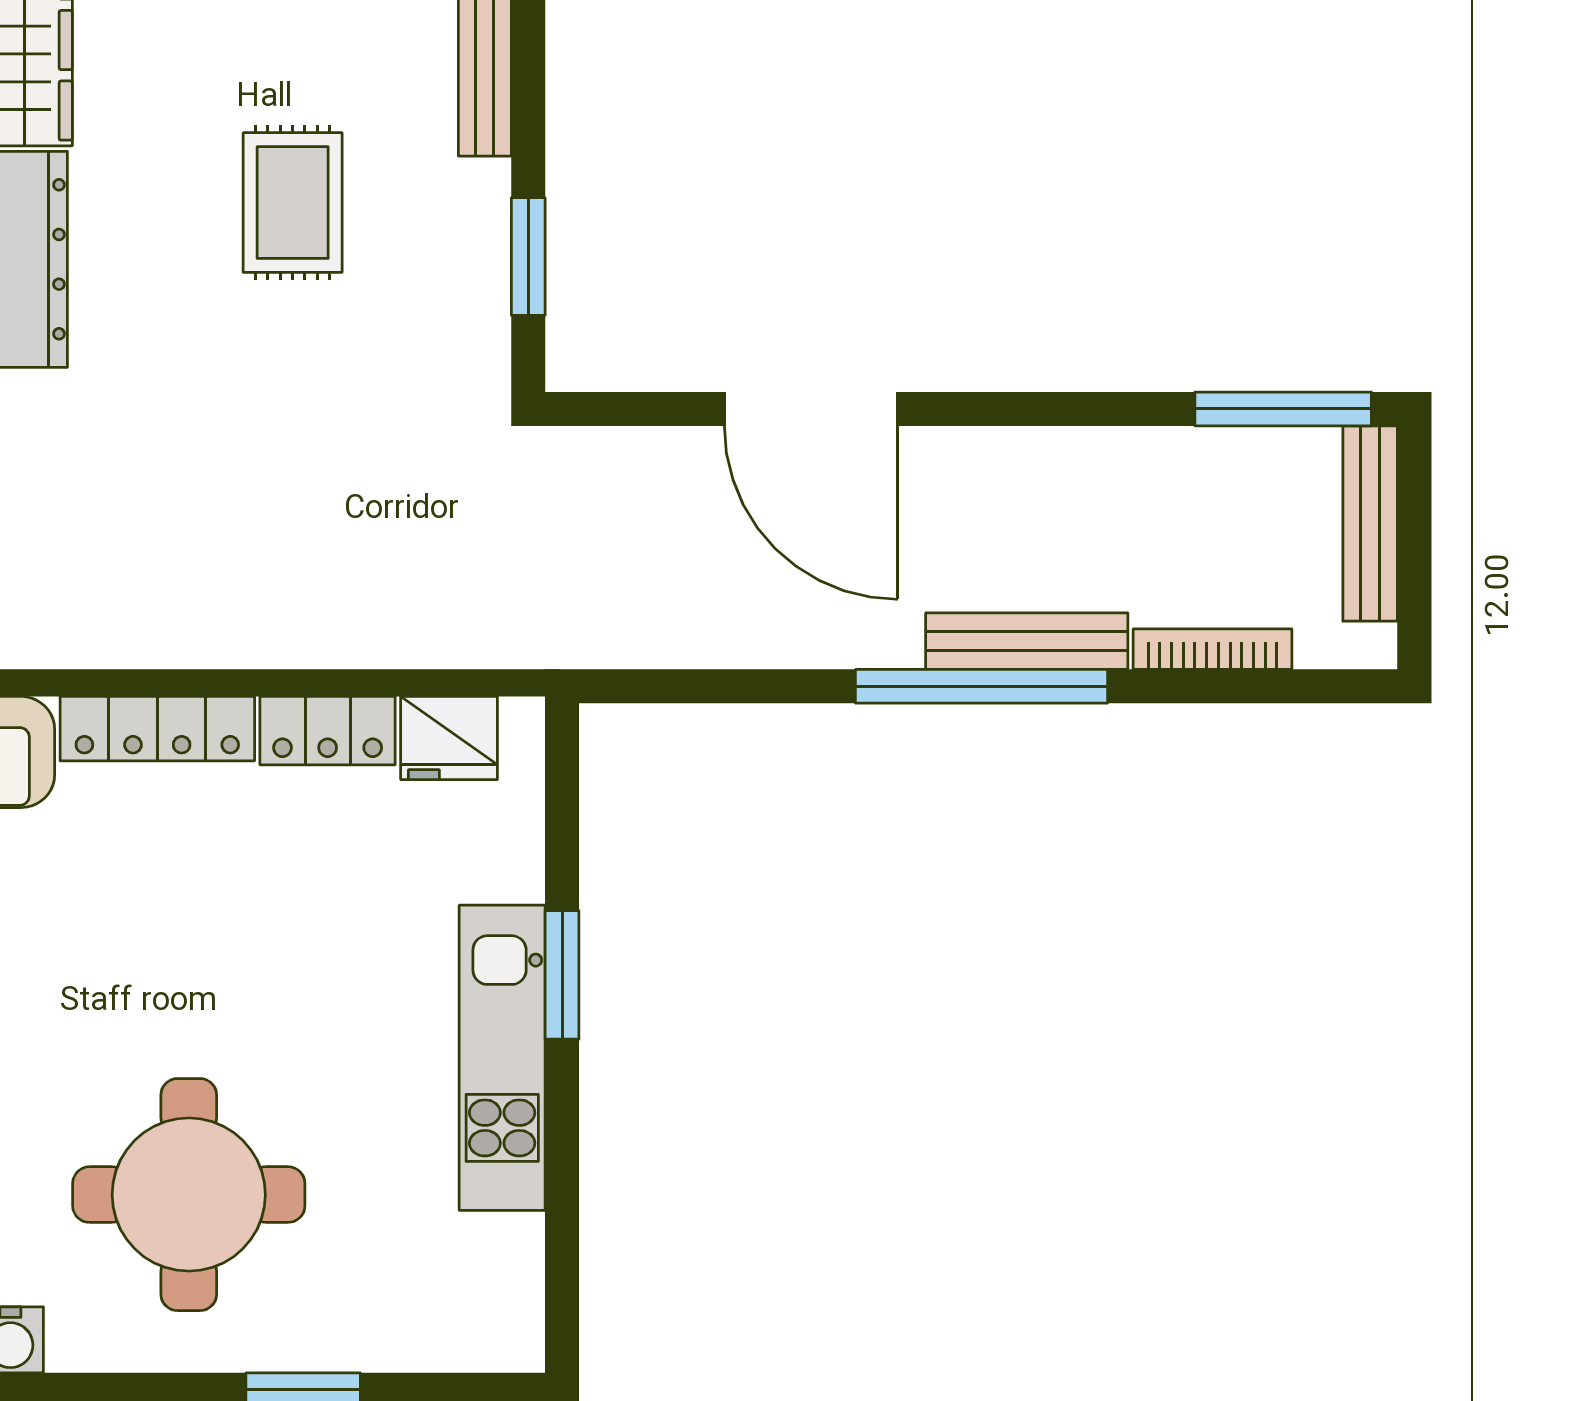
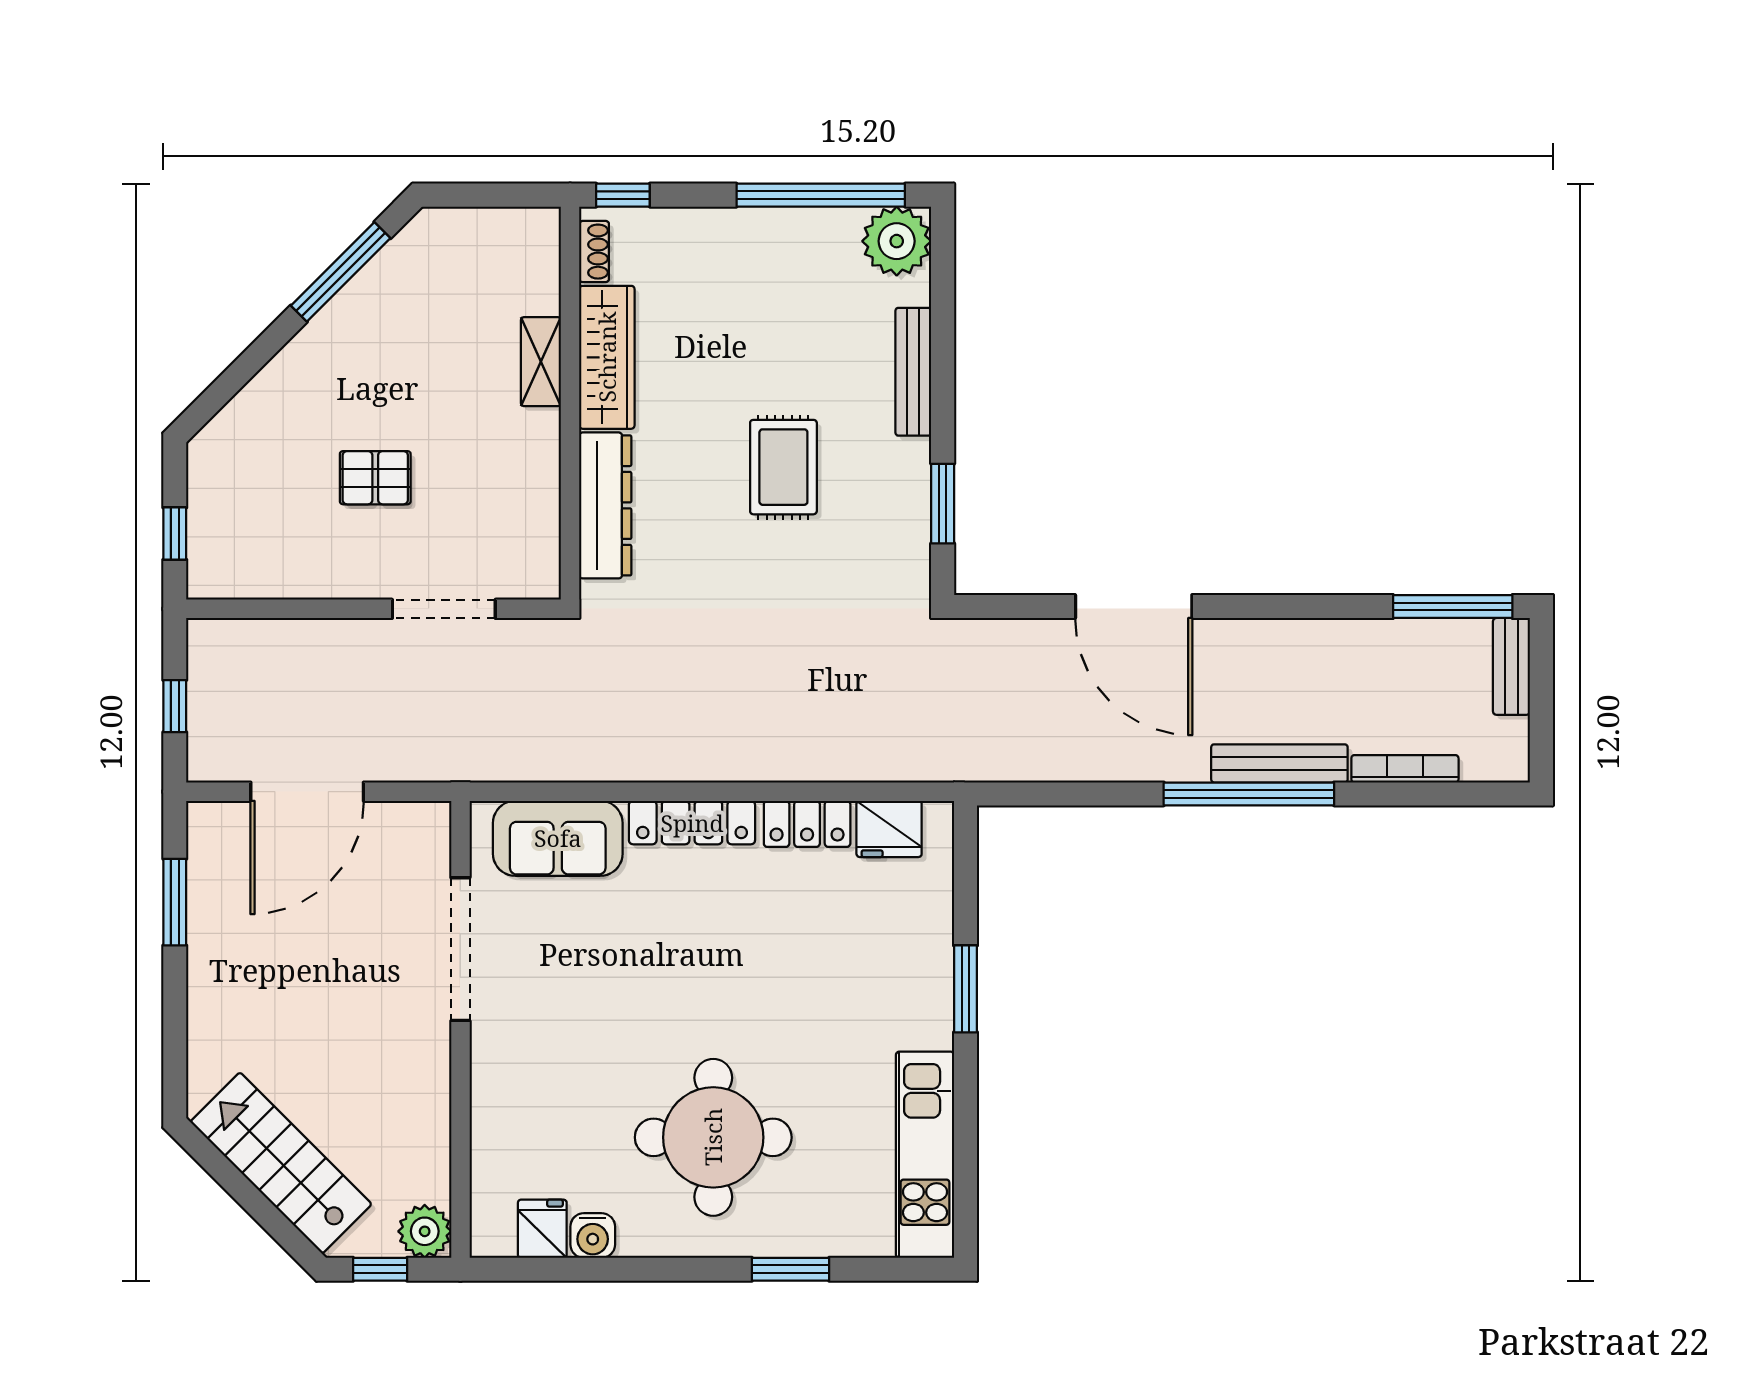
bench: (1370, 524) -> (1511, 666), width x0.73
kitchen unit: (502, 1058) -> (925, 1155), moved

